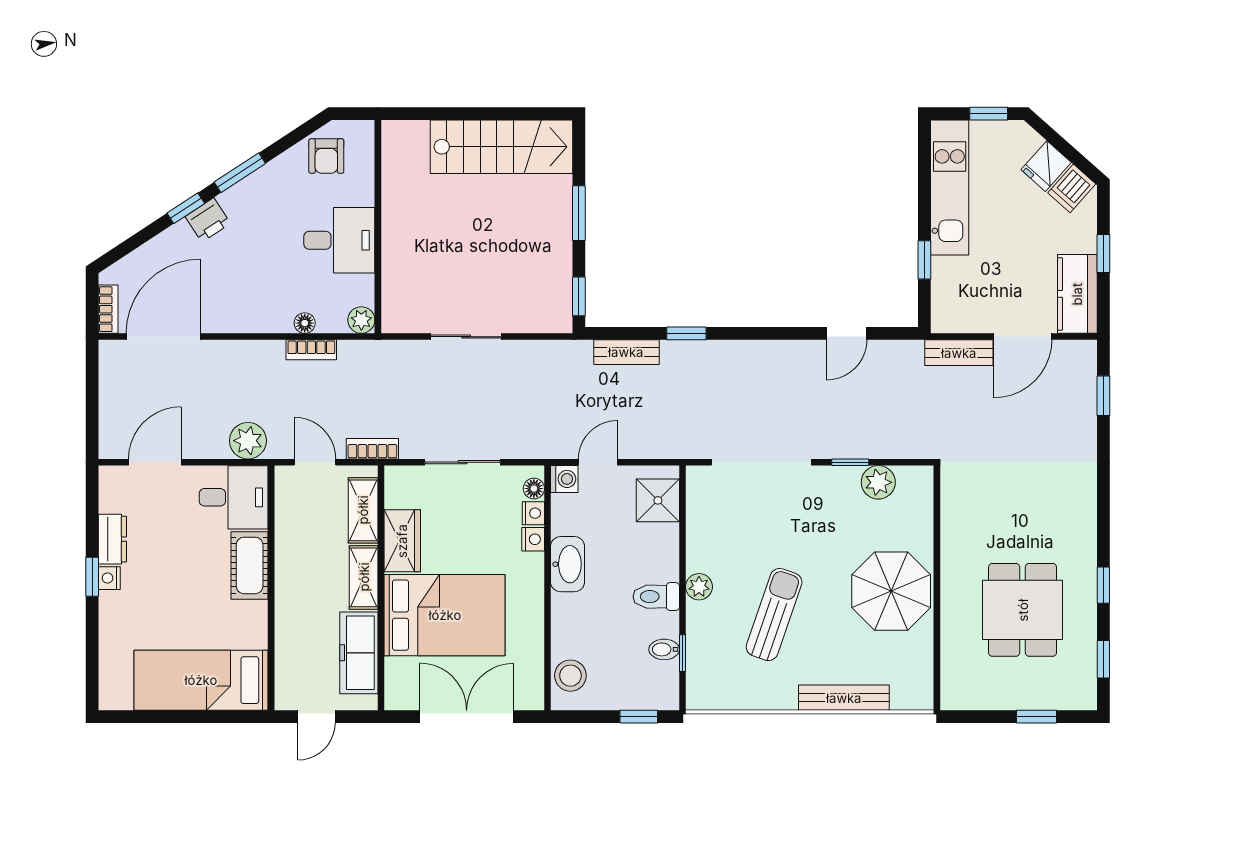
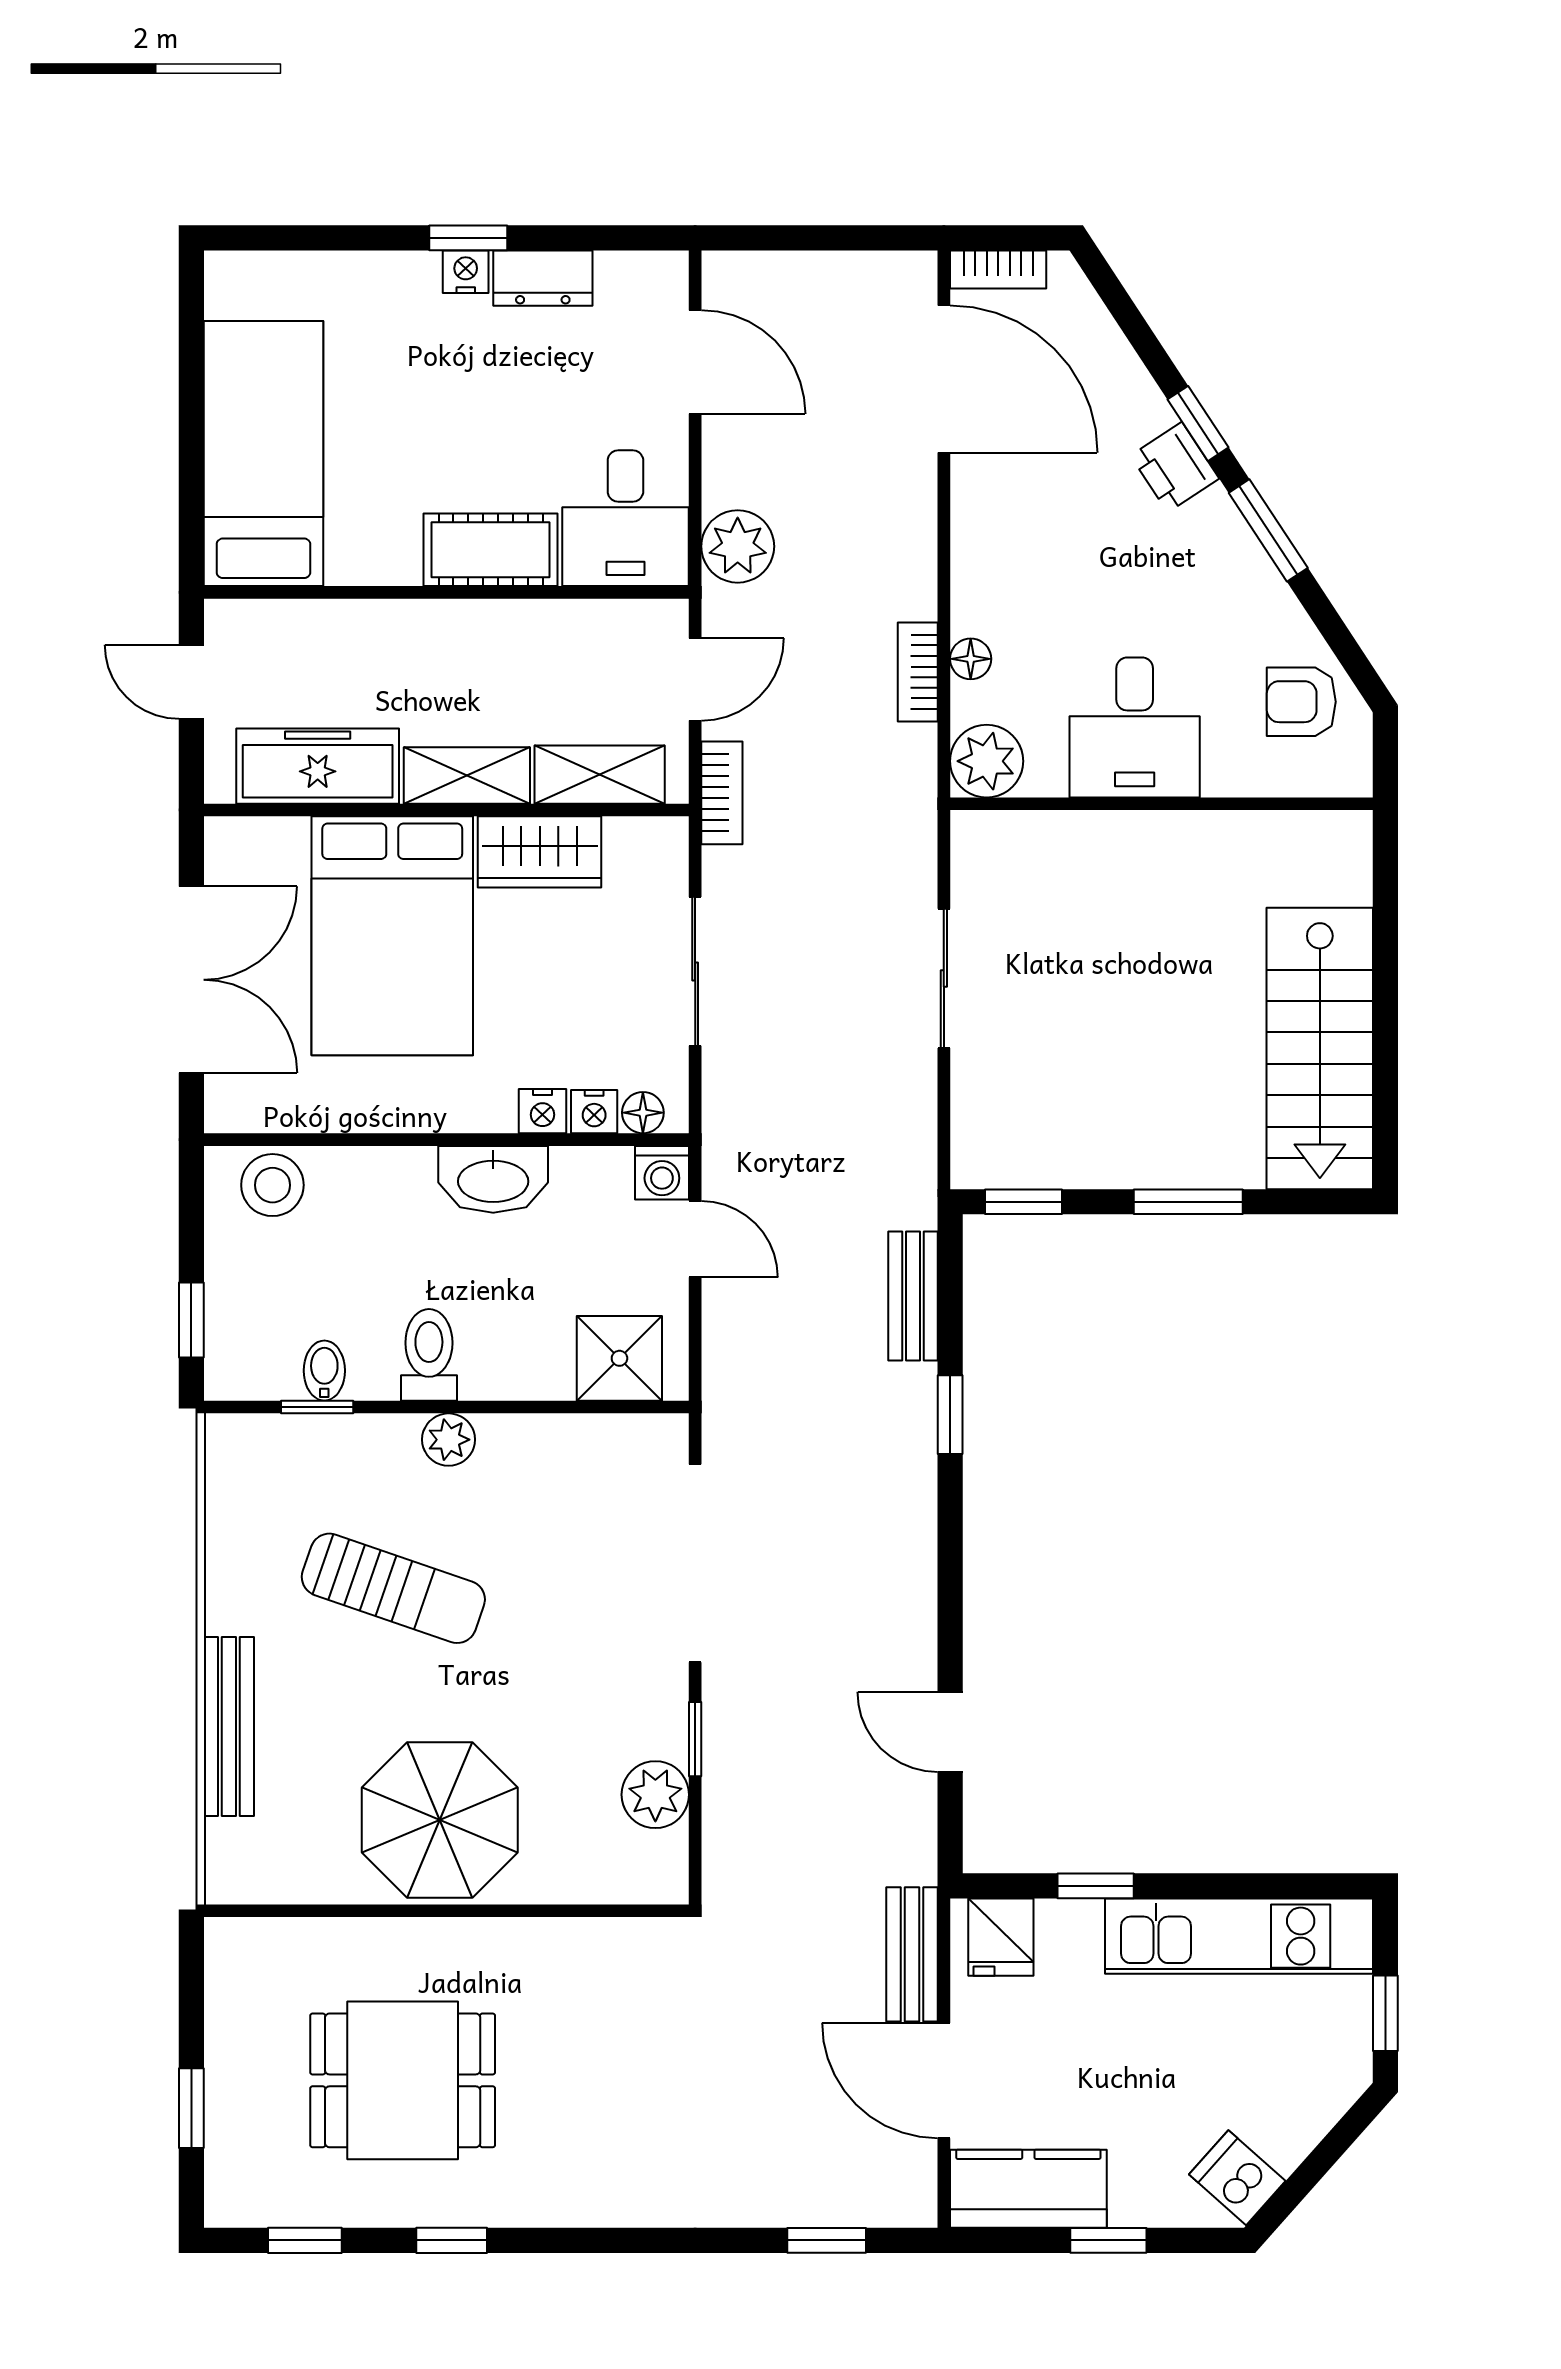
fridge: (1046, 166) -> (1001, 1937), moved, turned -132
plant: (361, 320) -> (987, 761), width x1.38, depth x1.38

